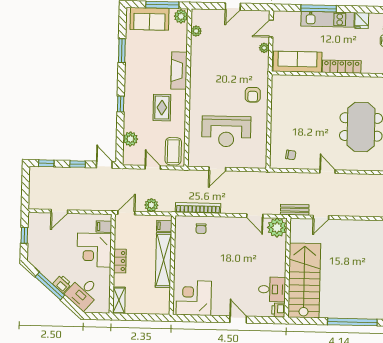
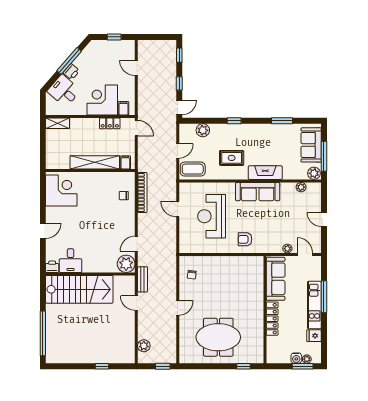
sofa: (200, 80) -> (258, 192), added
plant: (151, 205) -> (144, 346), moved
locker: (120, 261) -> (110, 123), moved

